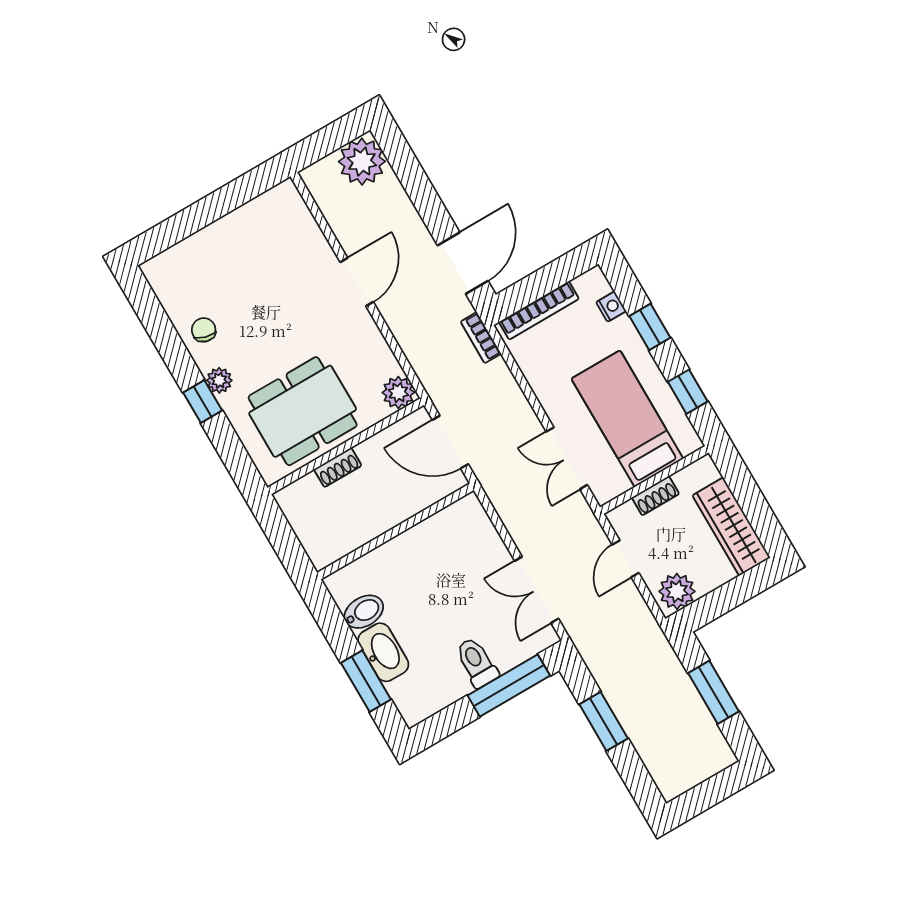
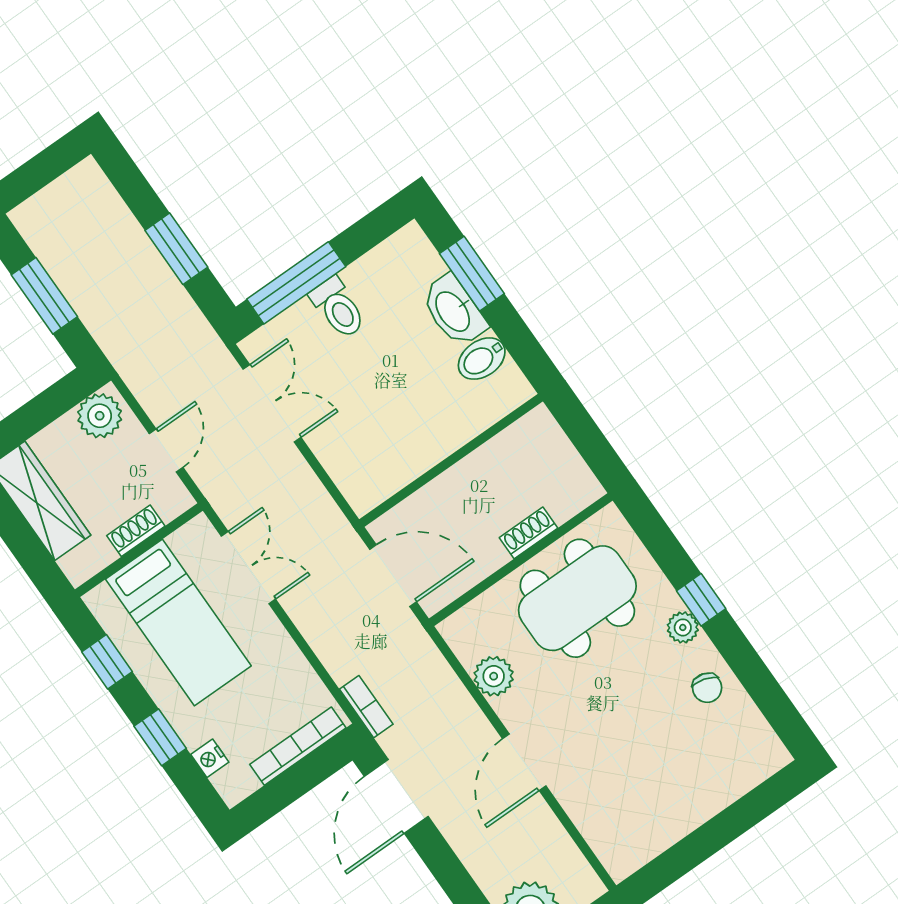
plant: (398, 393) -> (494, 676), moved

